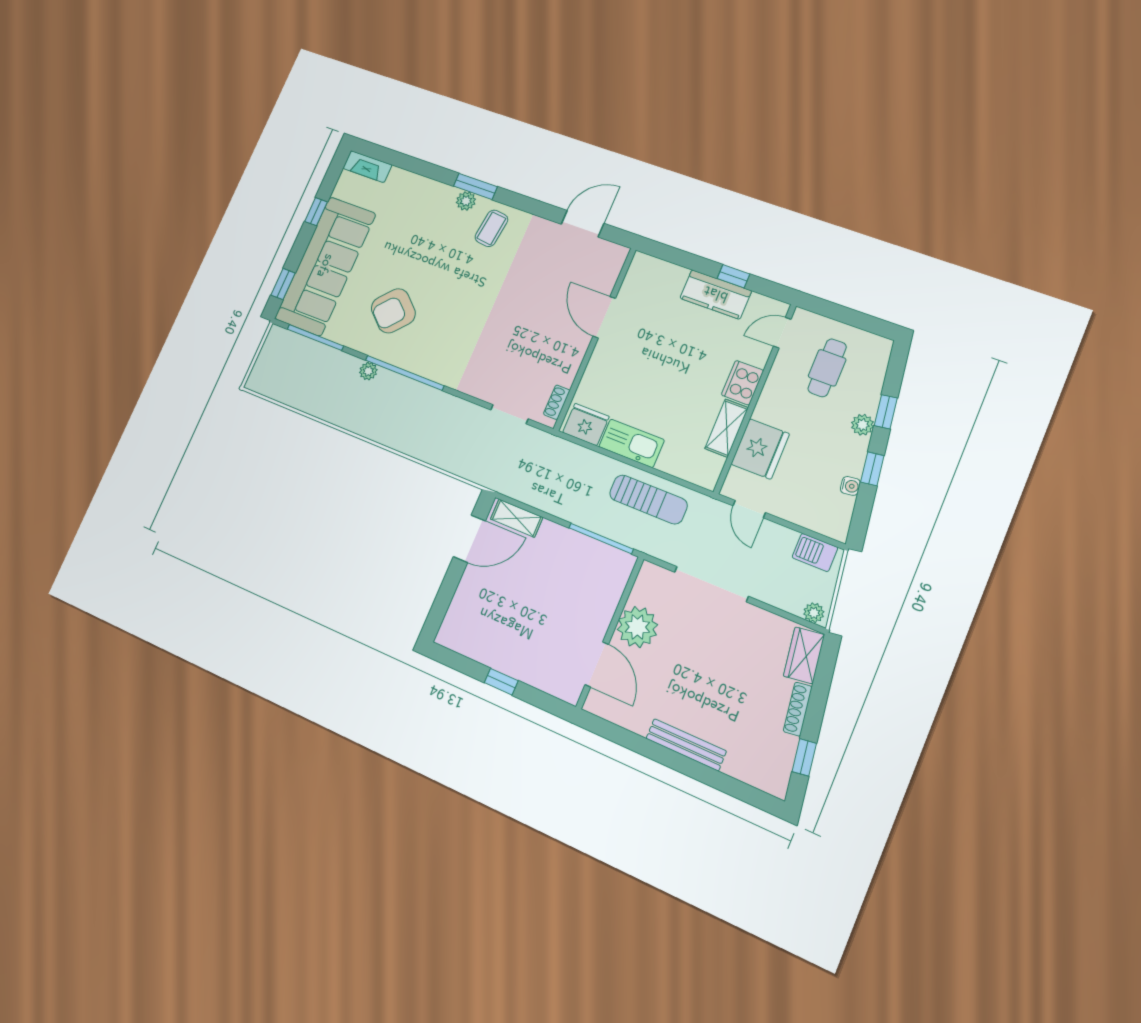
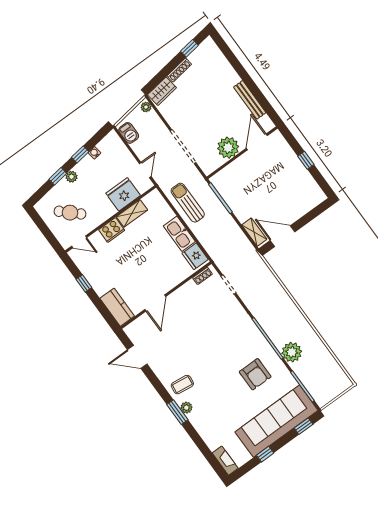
kitchen counter: (716, 294) -> (117, 307), moved
armchair: (393, 311) -> (255, 374), turned 48
cafe table: (827, 368) -> (70, 213), turned 43
plant: (368, 371) -> (292, 352), width x1.88, depth x1.88
bench: (686, 745) -> (250, 100), moved

